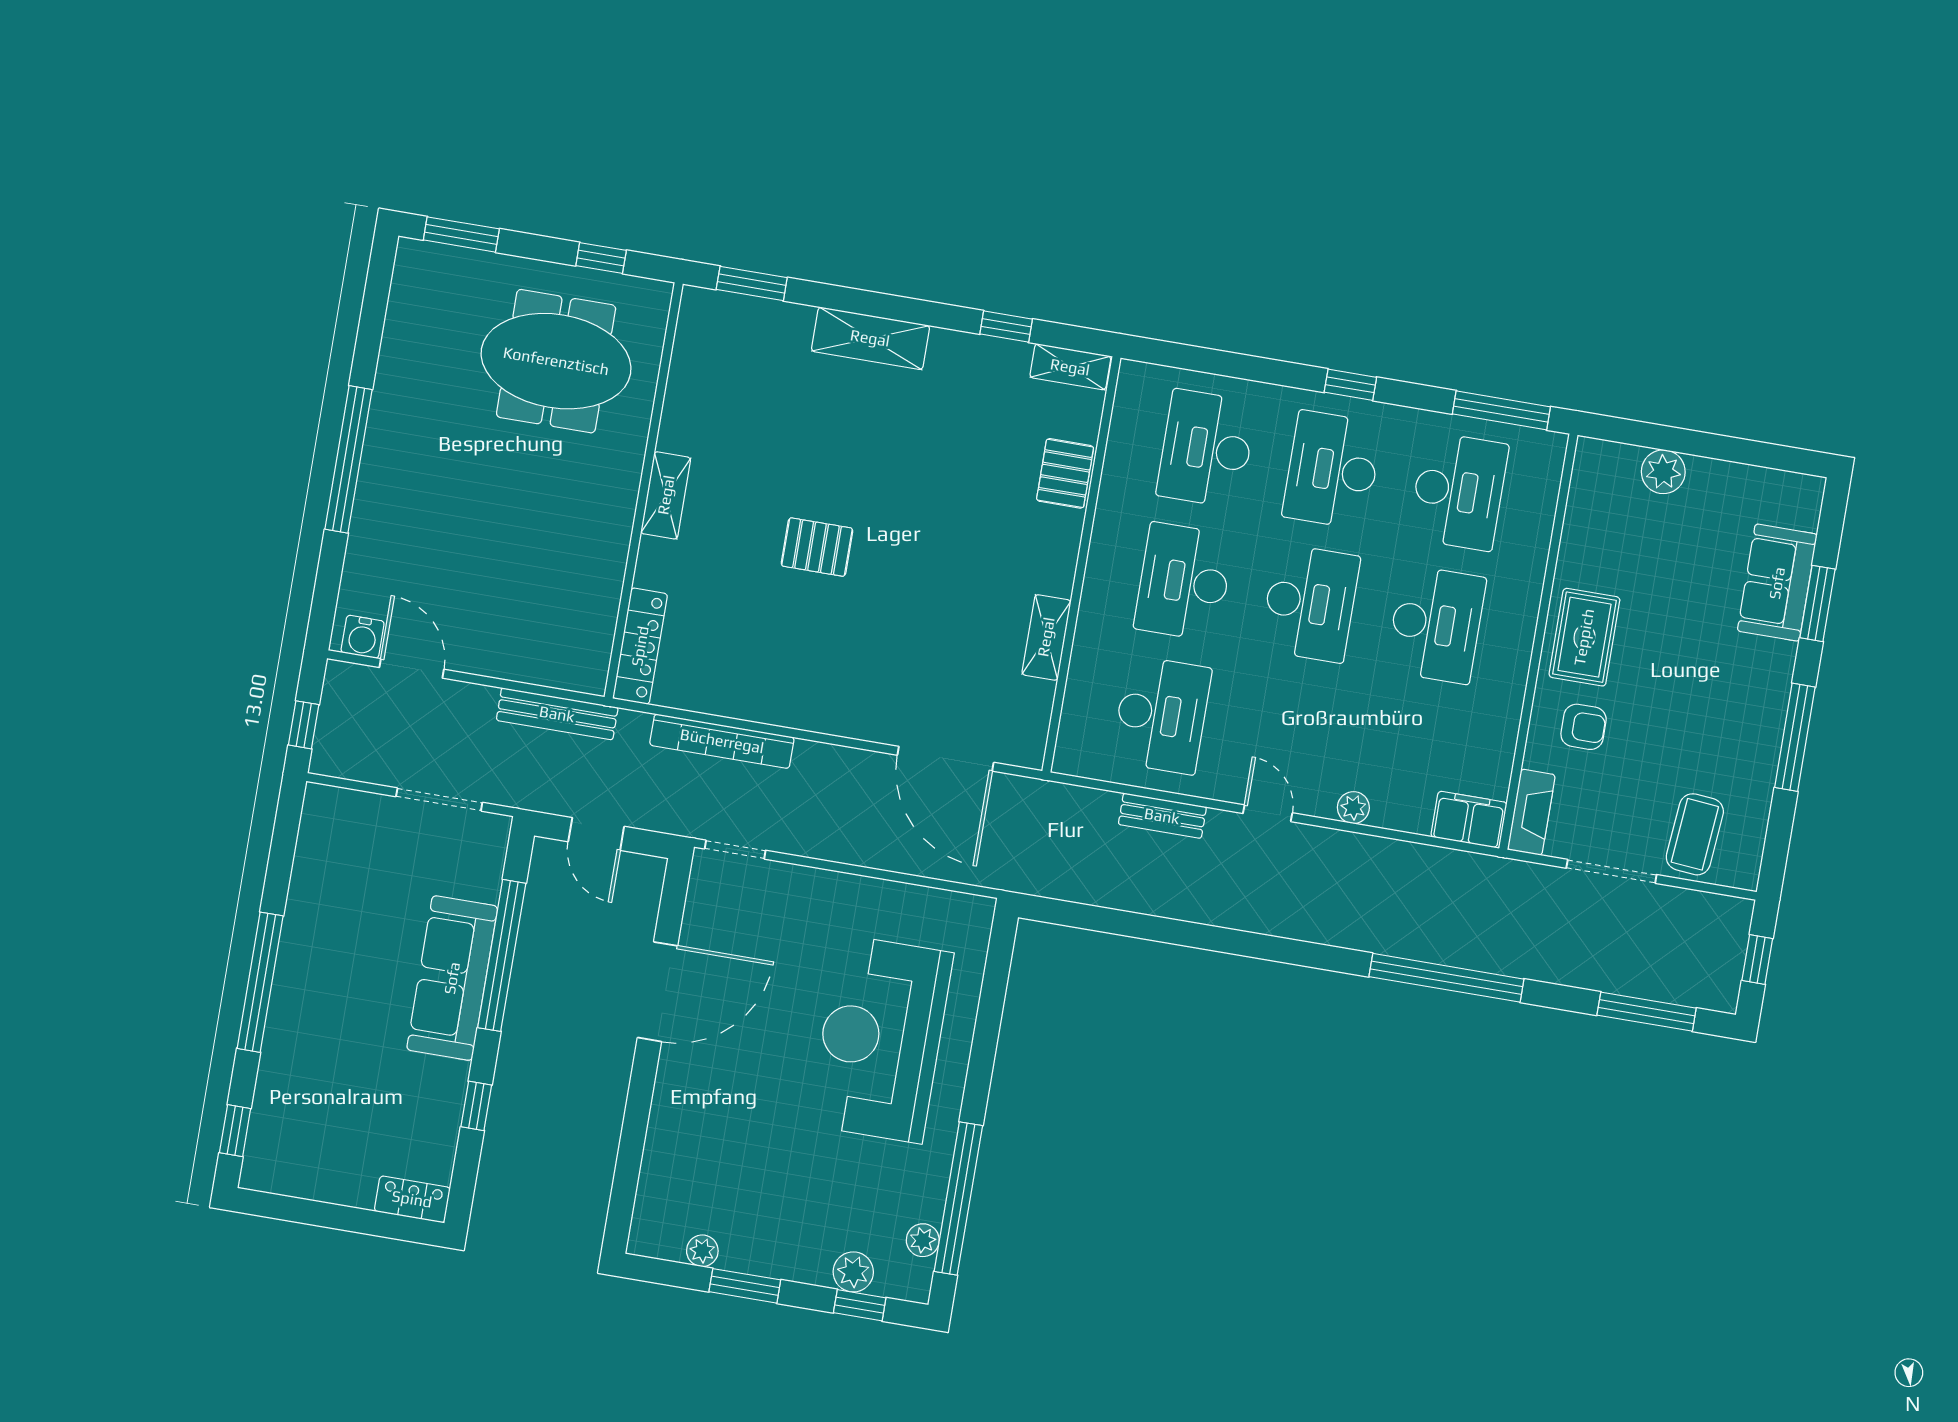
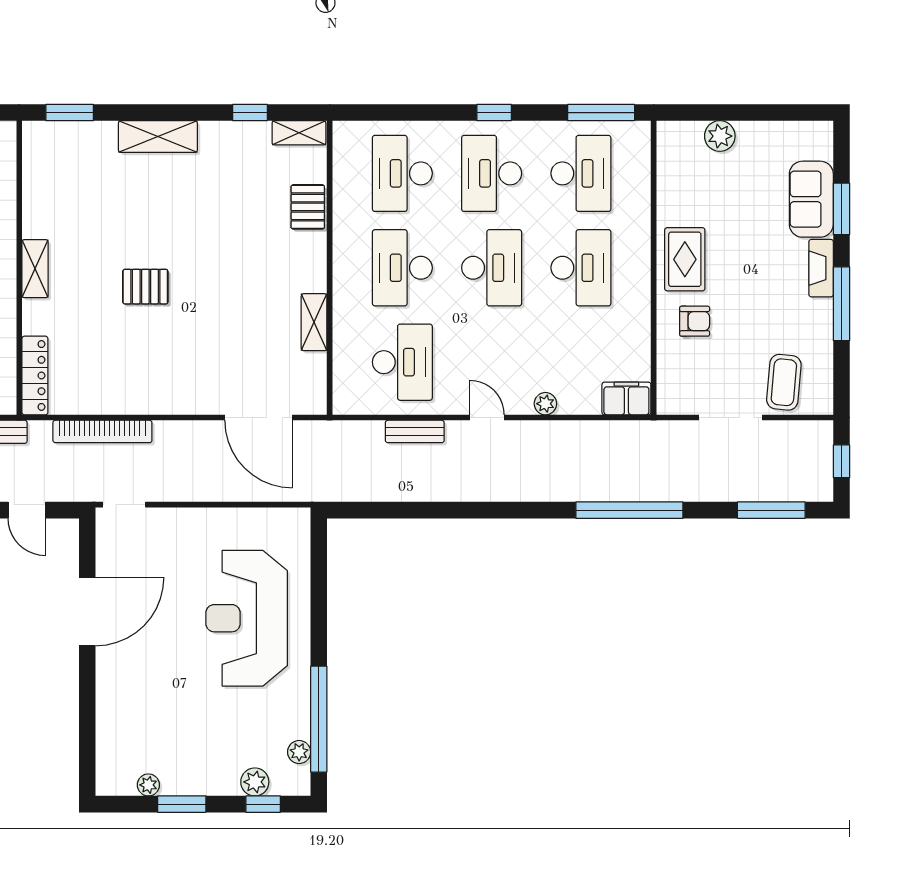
fireplace: (1531, 812) -> (821, 268), moved, turned 180

